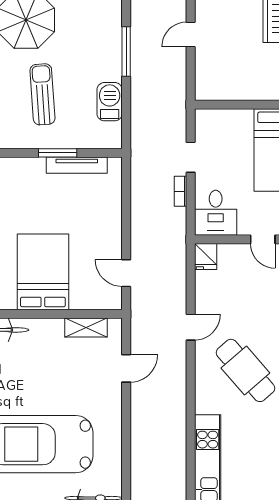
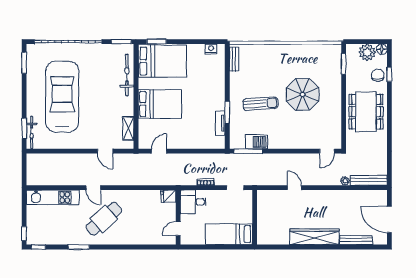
window: (126, 52) -> (248, 151), moved
doorway: (191, 157) -> (235, 188), moved
tv unit: (77, 165) -> (220, 123), width x0.71
door: (191, 327) -> (93, 188), moved

